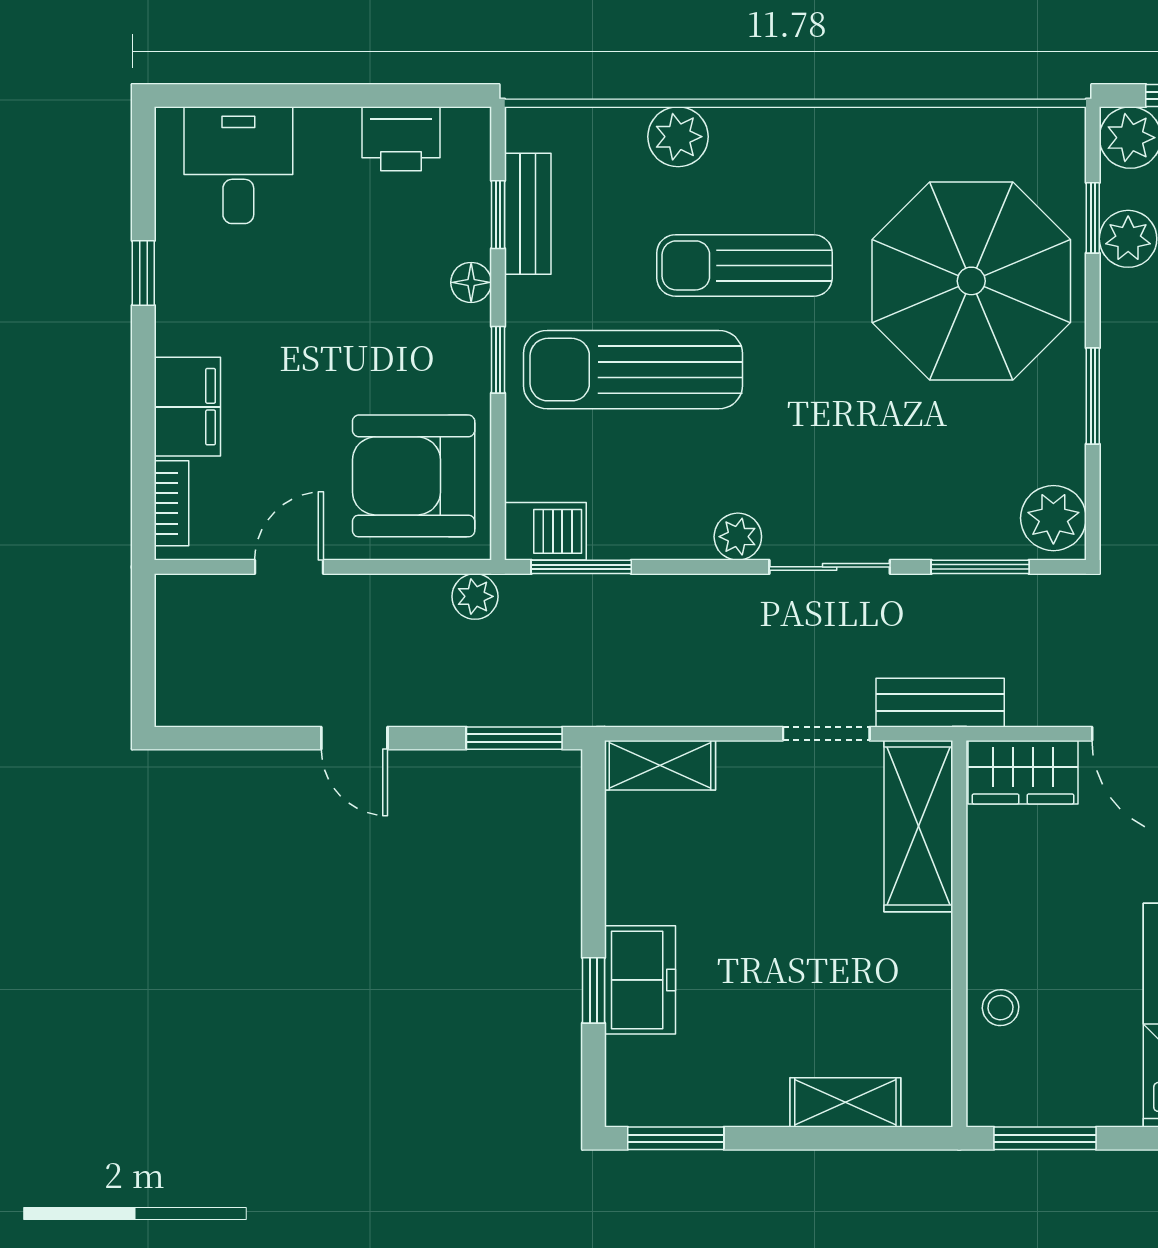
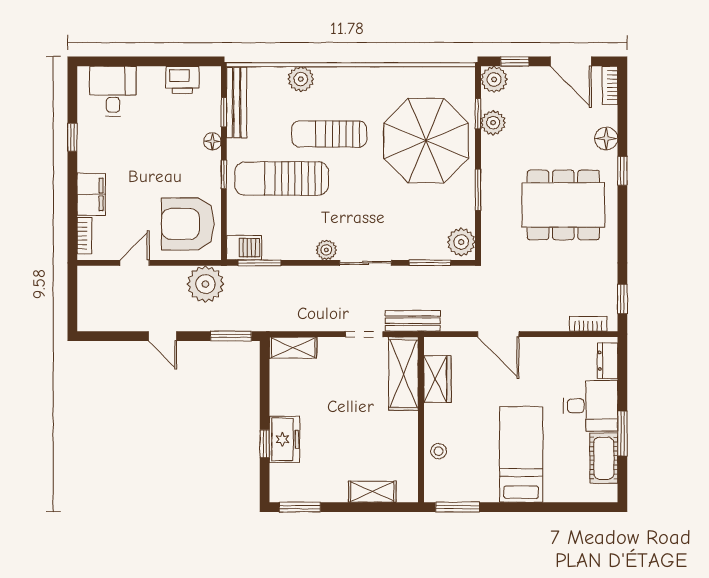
bench: (528, 214) -> (237, 103), width x1.36
plant: (475, 596) -> (205, 284), width x1.88, depth x1.88
wardrobe: (1023, 772) -> (437, 379), moved, turned -90

